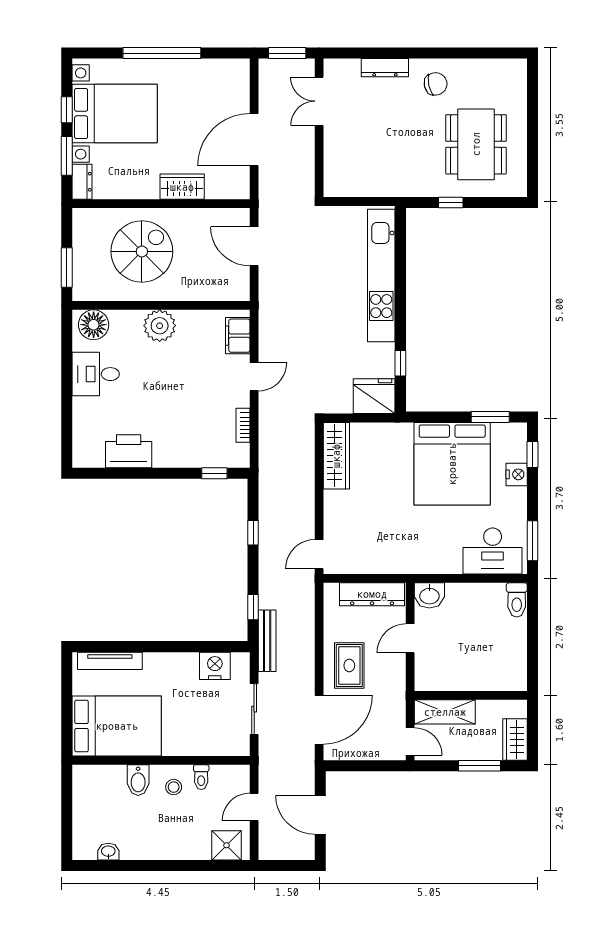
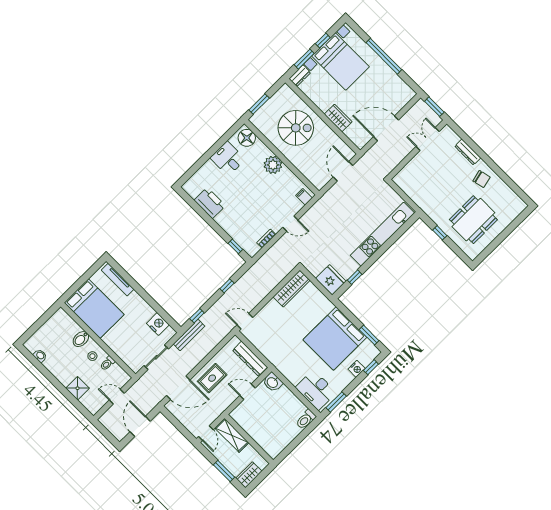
filing cabinet: (238, 336) -> (304, 197), width x0.50
shower: (226, 845) -> (77, 388), moved

